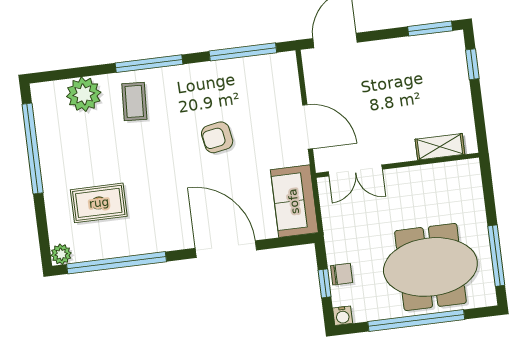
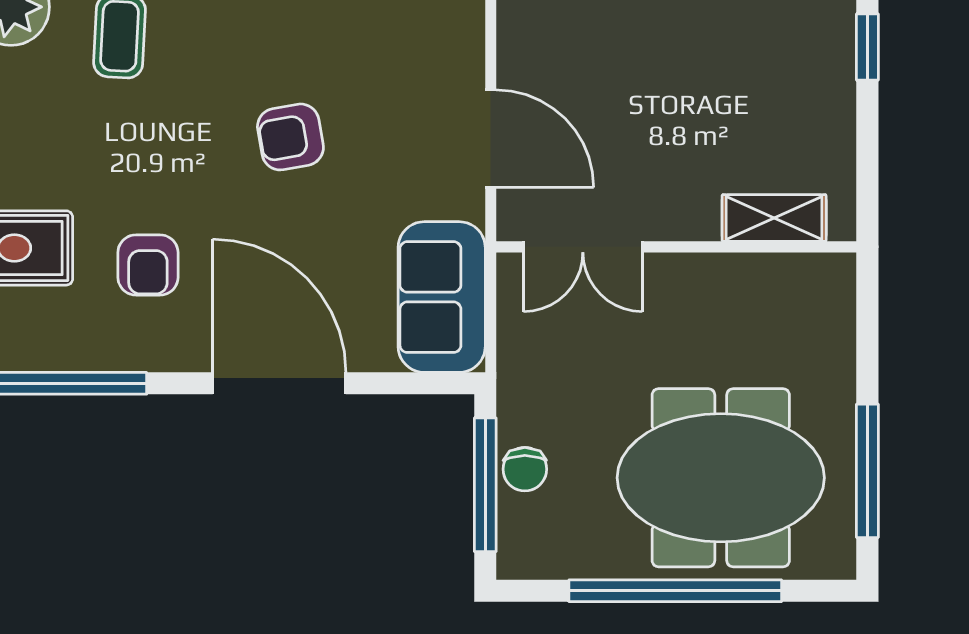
armchair: (160, 203) -> (148, 265), added
chair: (342, 274) -> (525, 469), turned 90
window: (325, 283) -> (485, 485), width x2.17
water cooler: (343, 316) -> (516, 560), removed

